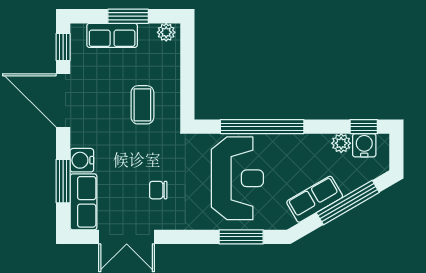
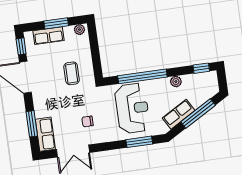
plant: (341, 143) -> (176, 82), moved
water cooler: (364, 145) -> (203, 79), removed
water cooler: (82, 160) -> (41, 110), removed

